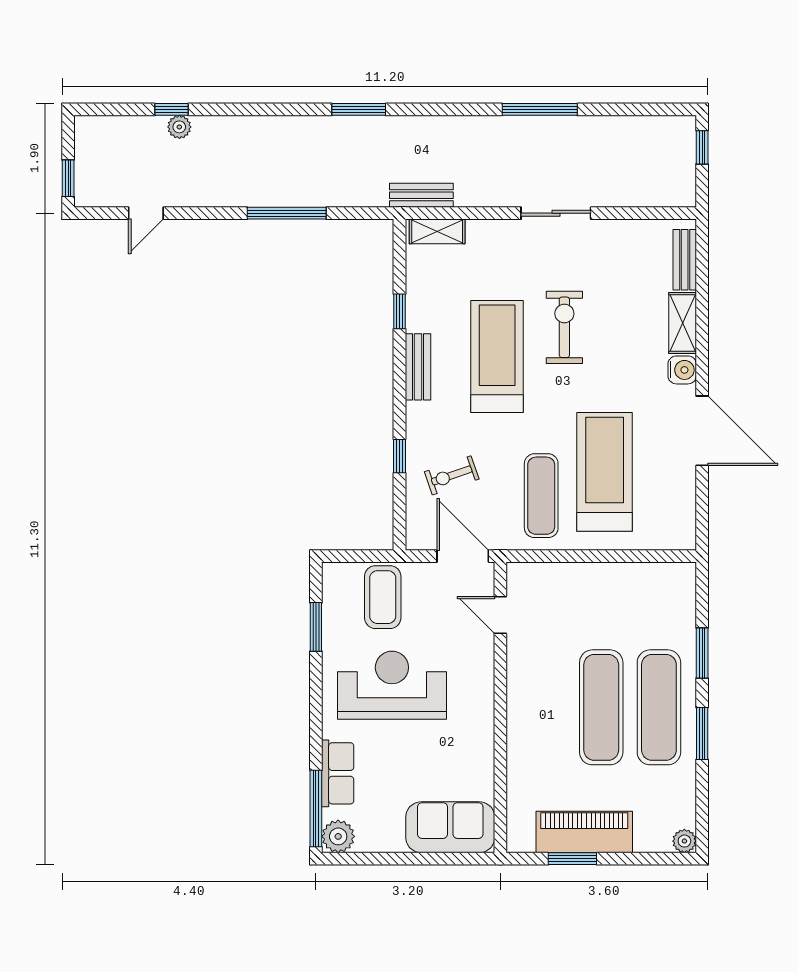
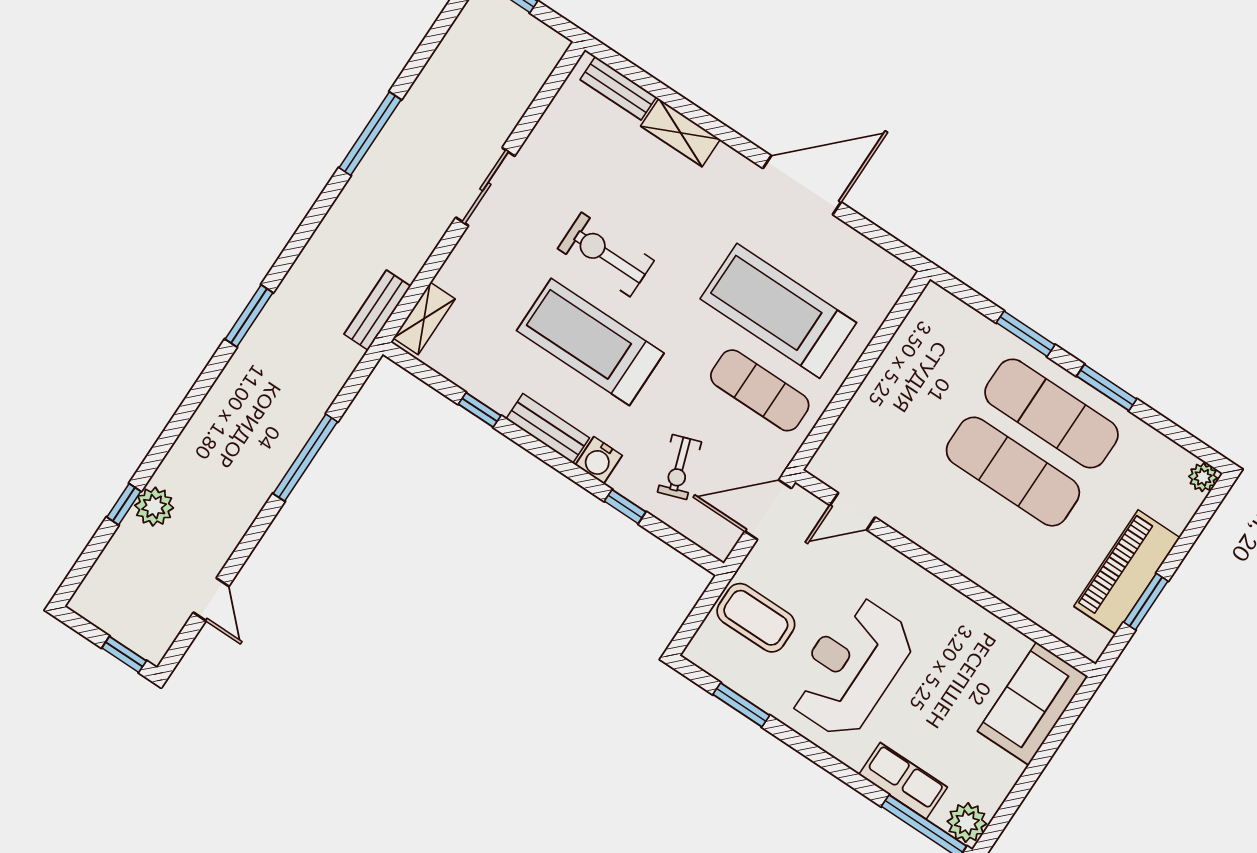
plant: (179, 127) -> (154, 507), width x1.38, depth x1.38
water cooler: (682, 370) -> (599, 460), moved, turned 180

